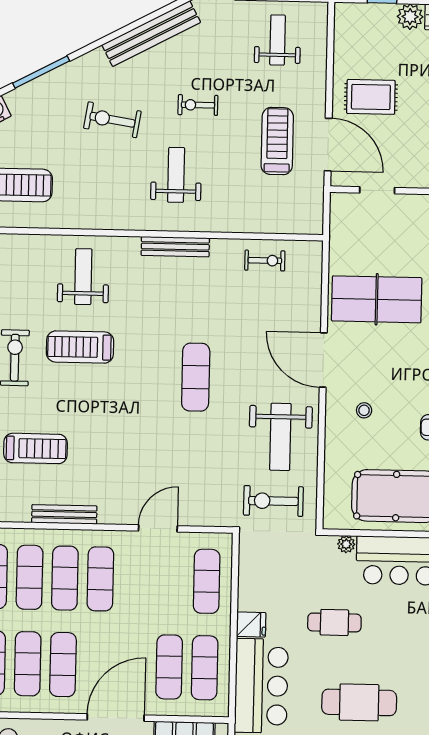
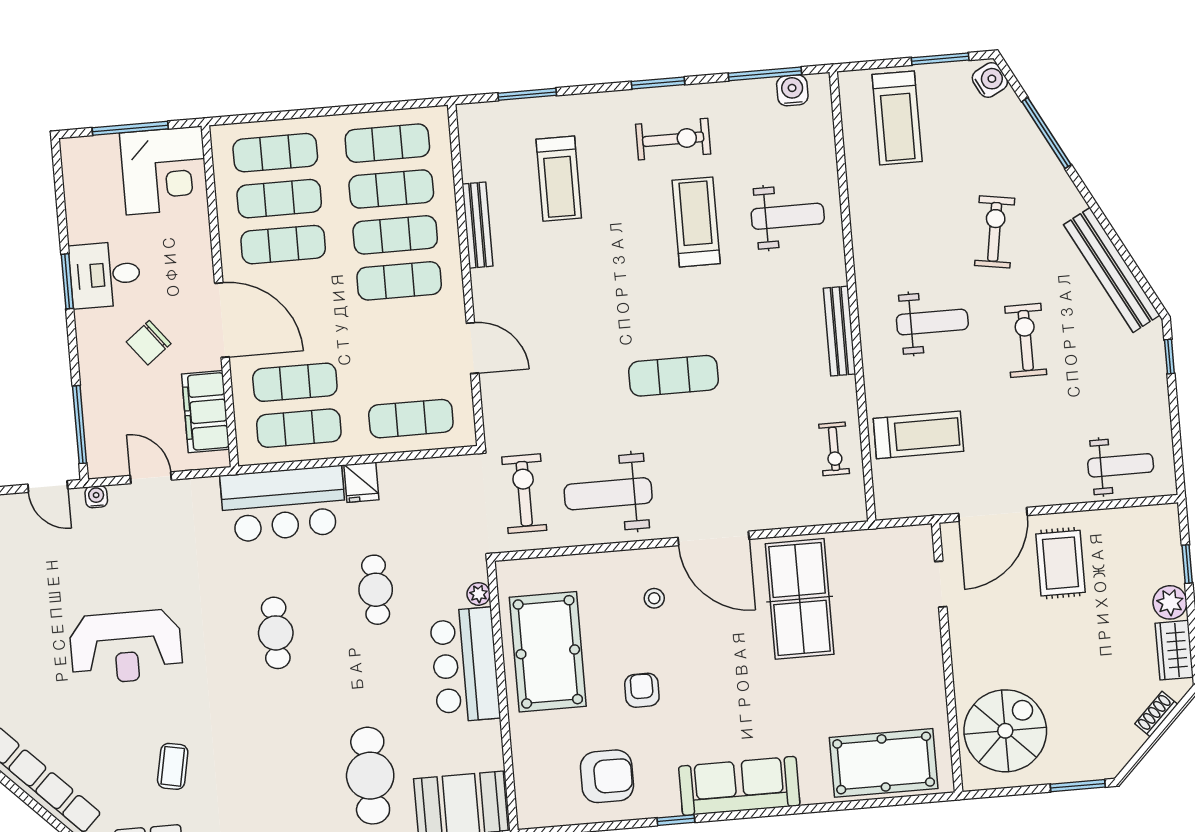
weight bench: (278, 40) -> (1121, 465), moved
exercise bike: (198, 105) -> (1026, 340), width x1.38, depth x1.39
treadmill: (277, 141) -> (918, 435), moved
door: (323, 360) -> (714, 538), swing flipped
cafe table: (359, 702) -> (276, 633), width x0.73, depth x0.74

